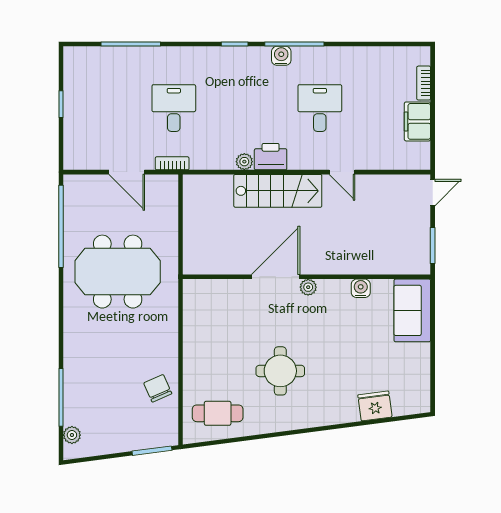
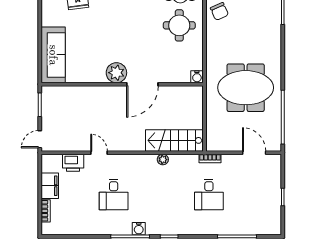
printer: (271, 157) -> (73, 163), moved
door: (127, 172) -> (254, 153), moved
stairs: (278, 191) -> (174, 140), moved
plant: (308, 287) -> (116, 73), width x1.87, depth x1.87
water cooler: (361, 288) -> (197, 77), moved
sofa: (412, 310) -> (53, 55), width x1.36
round table: (280, 371) -> (179, 25), moved

